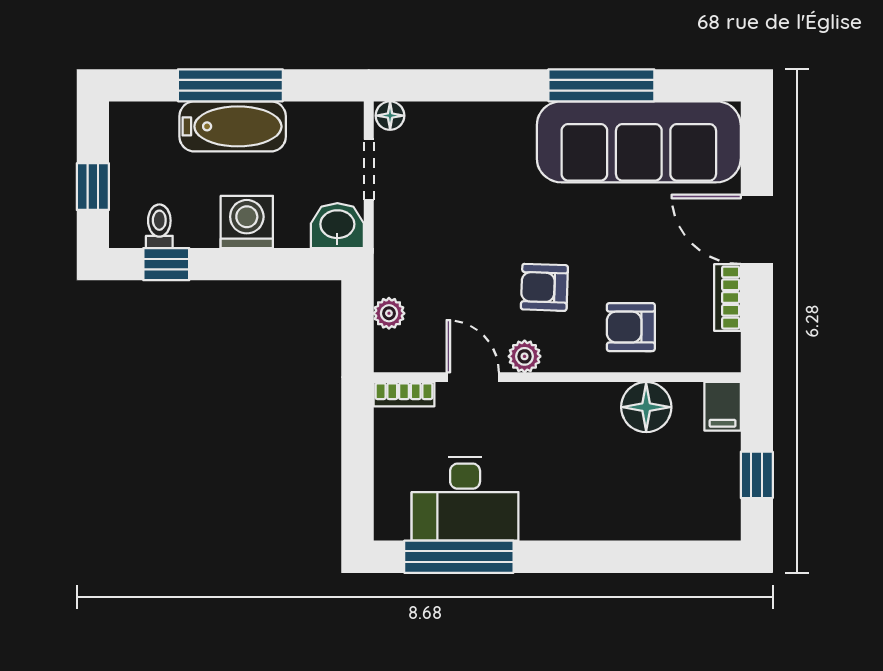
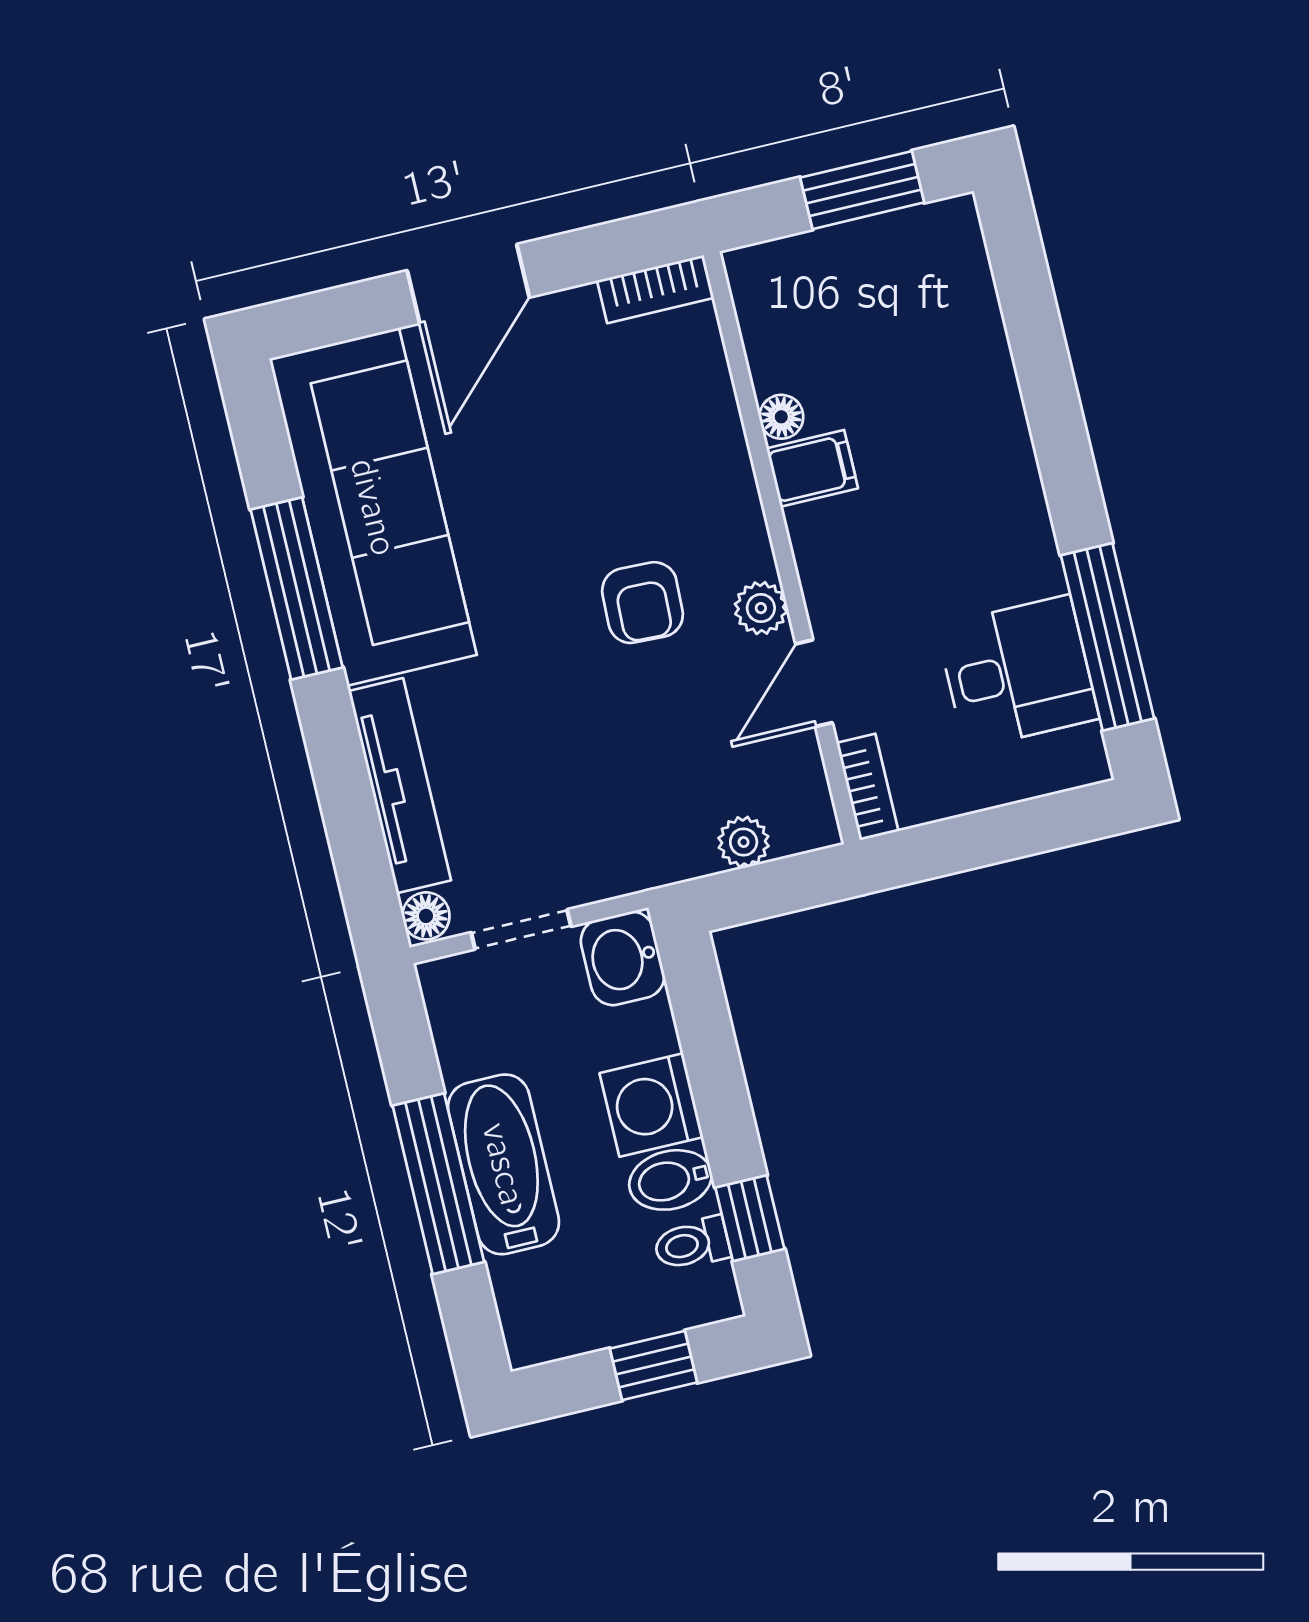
tv unit: (471, 118) -> (400, 786), added
bidet: (200, 223) -> (670, 1180), added
bookcase: (727, 298) -> (655, 289), moved
armchair: (631, 327) -> (673, 449), removed
filing cabinet: (723, 406) -> (812, 468), moved
floor lamp: (646, 407) -> (781, 417), width x0.53, depth x0.53
window: (757, 475) -> (862, 190), width x1.50
desk: (465, 499) -> (1018, 672), width x0.73

